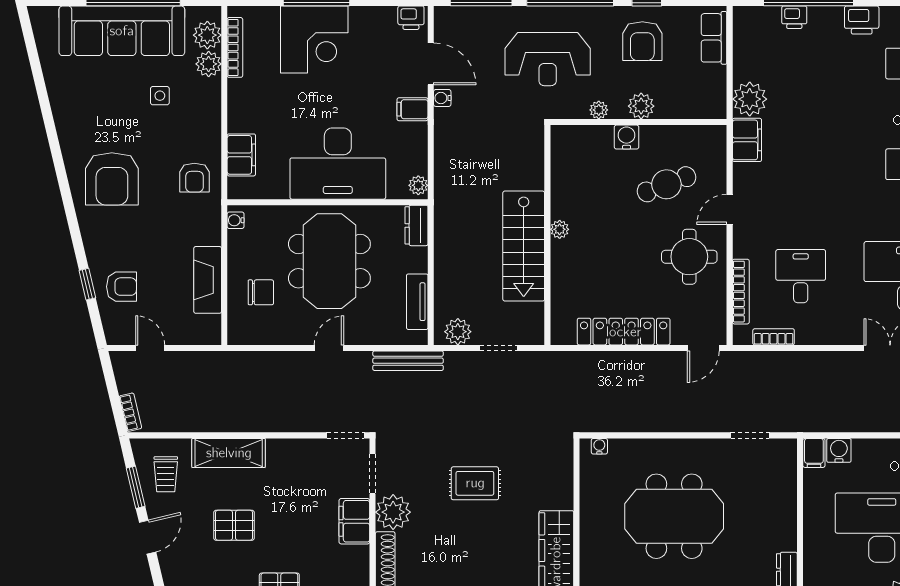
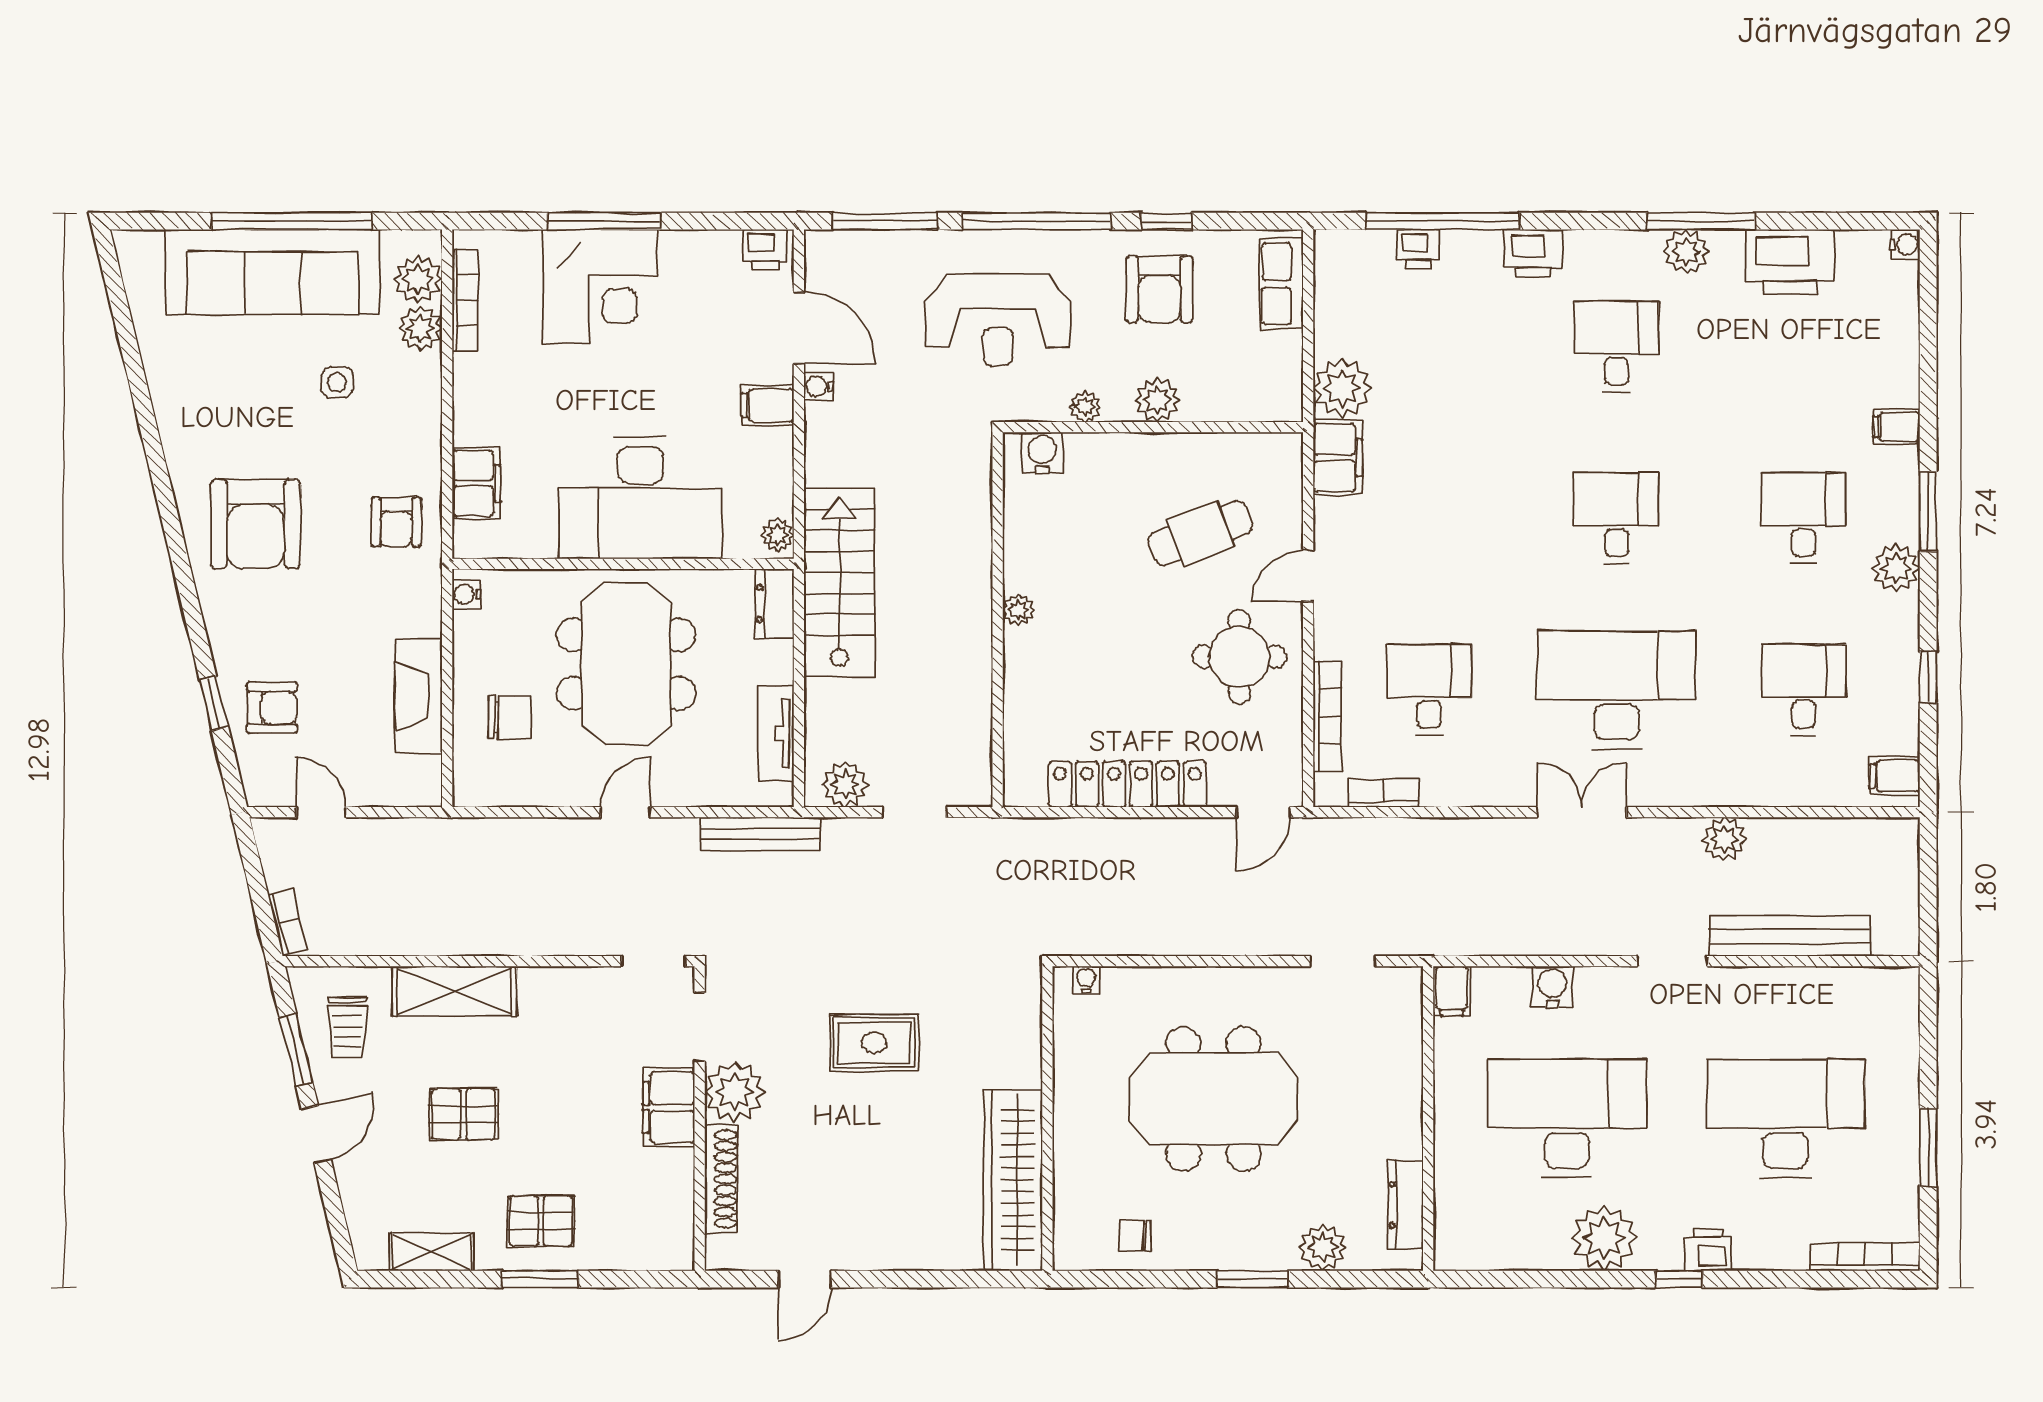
water cooler: (627, 137) -> (1042, 453), moved
stairs: (524, 246) -> (839, 583), moved, turned 180
water cooler: (839, 450) -> (1552, 987), moved

